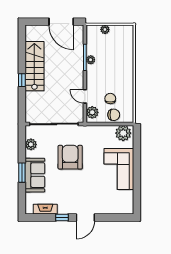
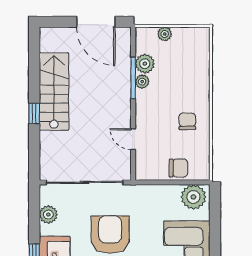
chair: (110, 99) -> (187, 121), moved
plant: (92, 112) -> (145, 64), moved

